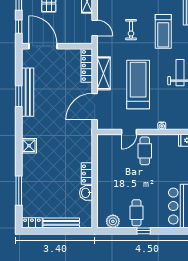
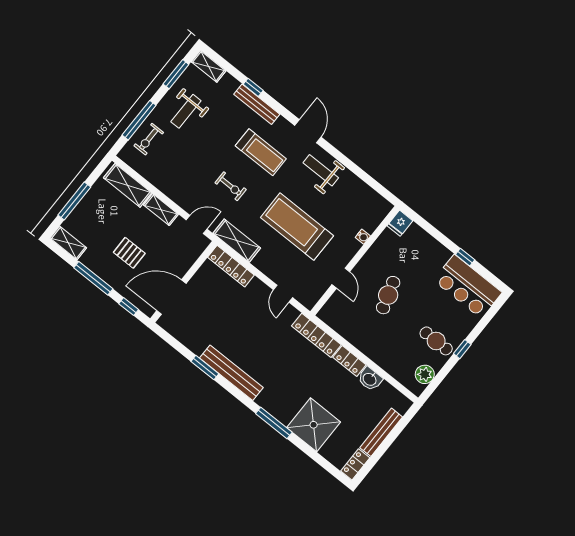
shelving: (104, 73) -> (237, 241), moved
bench: (28, 92) -> (231, 373), moved
door: (95, 107) -> (283, 294), width x0.53
locker: (86, 144) -> (316, 335), added
shower: (29, 146) -> (314, 425), moved, width x1.86, depth x1.86
cafe table: (145, 151) -> (388, 295), moved, turned 73
window: (19, 191) -> (274, 423), moved

